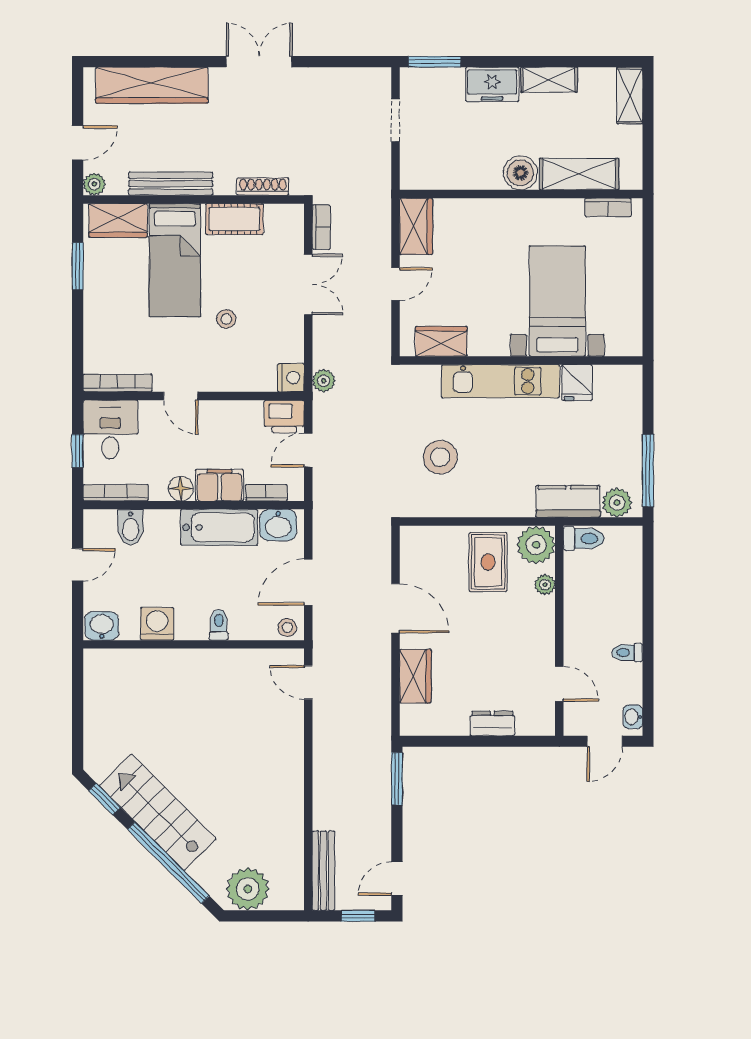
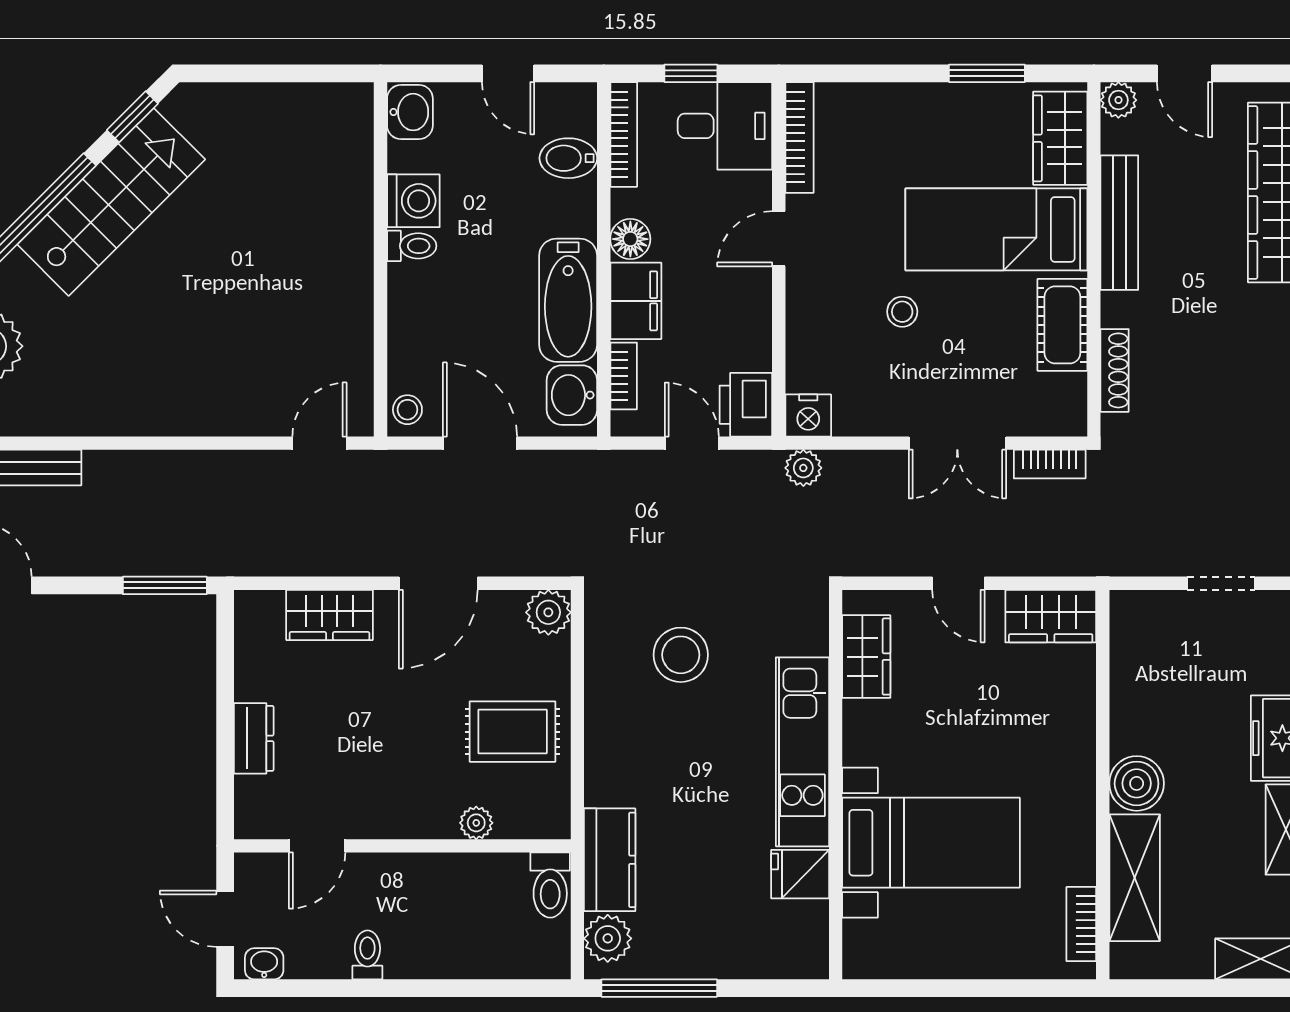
plant: (536, 545) -> (548, 612), moved, width x0.73, depth x0.73
toilet: (219, 625) -> (412, 246), moved

